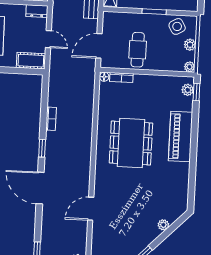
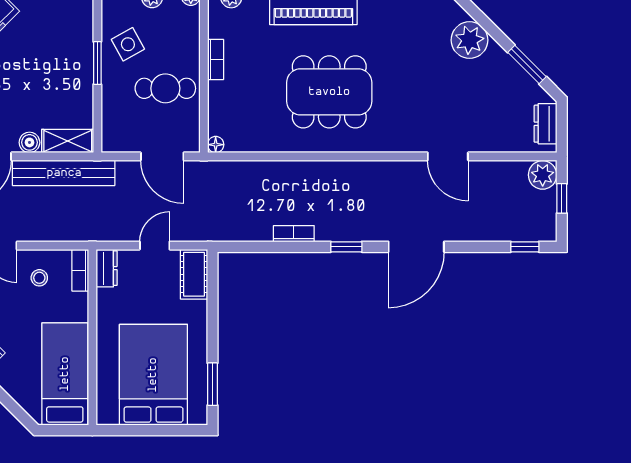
side table: (177, 26) -> (128, 44), moved
bookcase: (121, 78) -> (216, 59), moved
plant: (163, 225) -> (470, 40), width x1.88, depth x1.88

